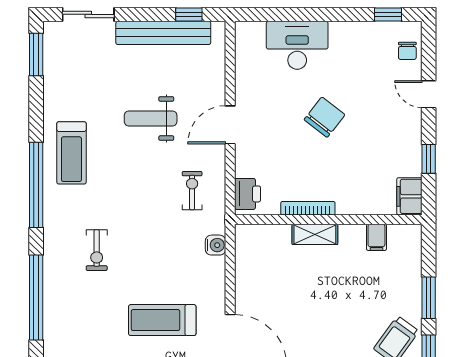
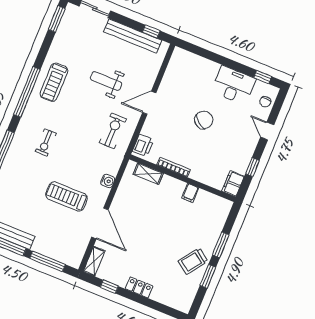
desk: (297, 45) -> (234, 85), moved
exercise bike: (192, 191) -> (113, 131), width x1.38, depth x1.39
shelving: (315, 234) -> (148, 174), moved
filing cabinet: (376, 237) -> (190, 193), moved
water cooler: (216, 245) -> (108, 181), moved

